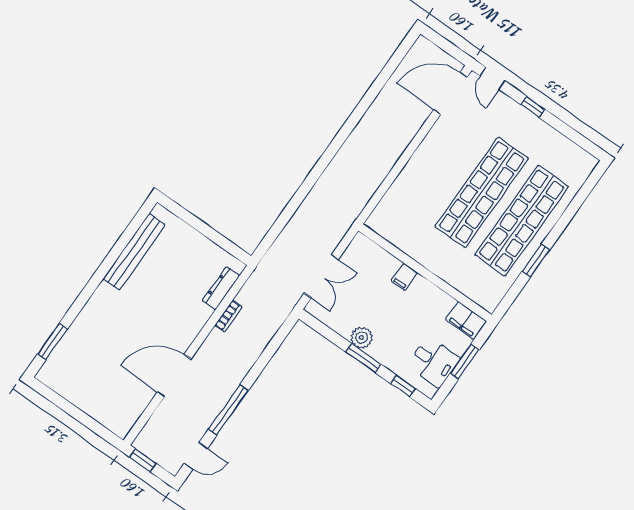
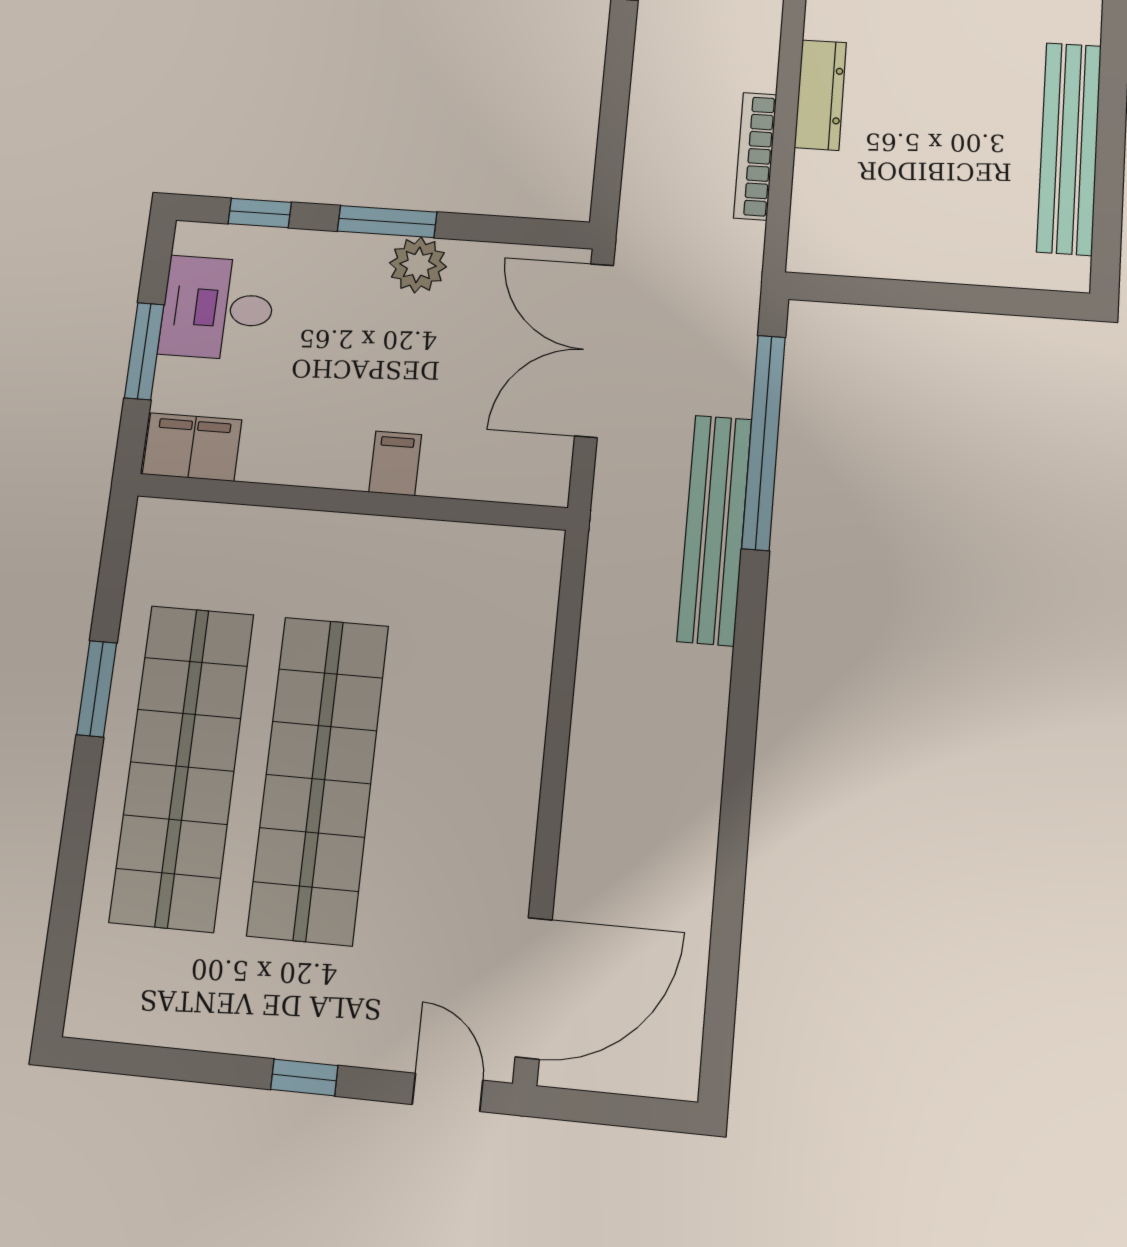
bench: (317, 197) -> (714, 530), added
window: (286, 215) -> (764, 442), added
double door: (321, 276) -> (594, 350), width x1.37
dresser: (221, 288) -> (820, 95), moved
bookcase: (229, 316) -> (755, 156), width x1.56

